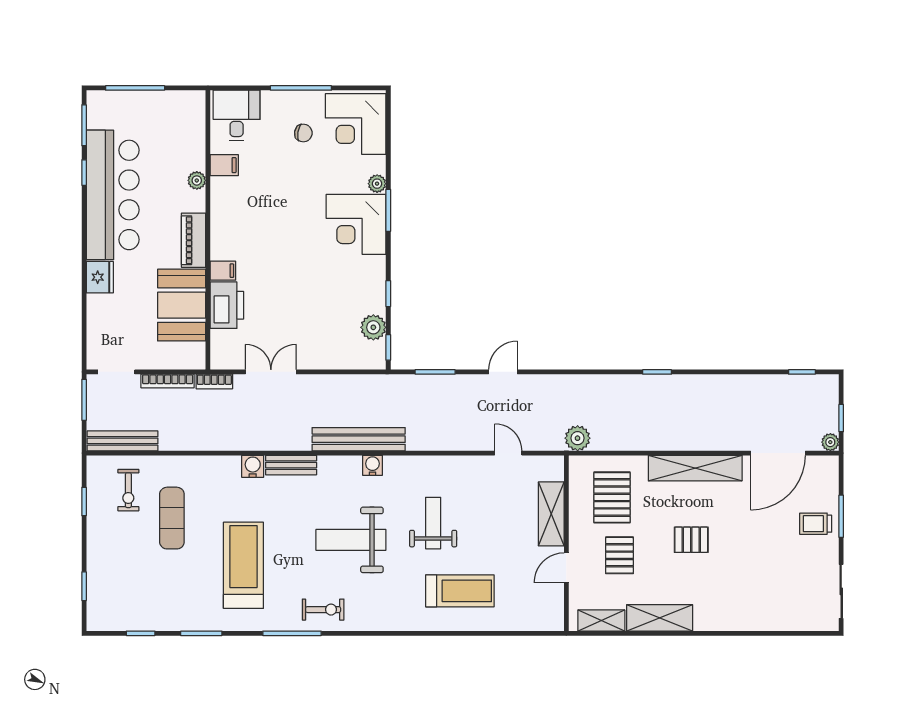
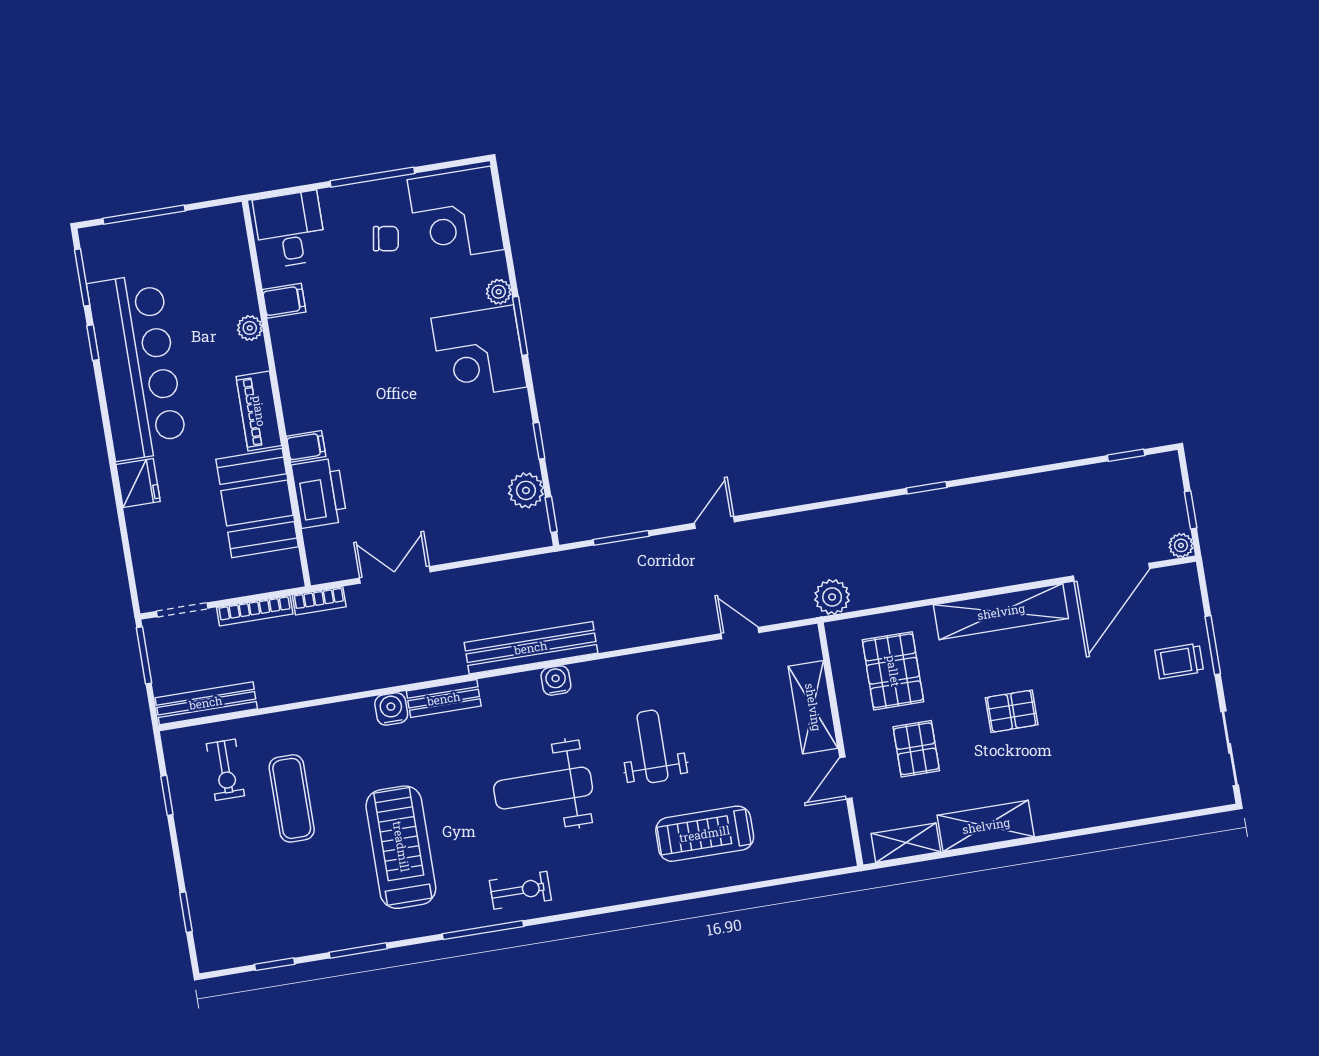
treadmill: (460, 591) -> (705, 834), turned 180

